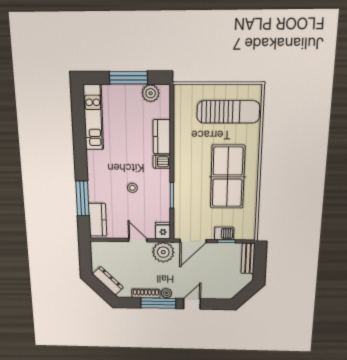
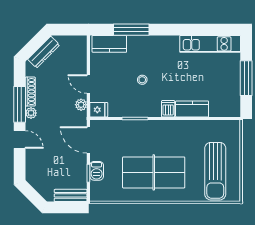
plant: (151, 93) -> (232, 99), removed
door: (138, 240) -> (88, 84), swing flipped
plant: (163, 252) -> (81, 105), width x0.53, depth x0.53

